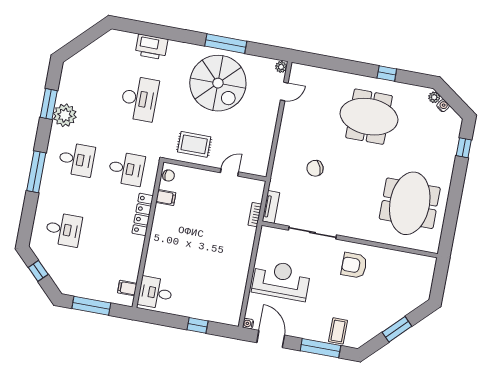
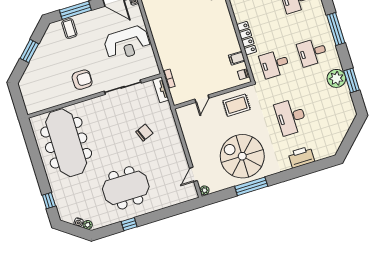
meeting table: (410, 203) -> (66, 143), width x1.36

